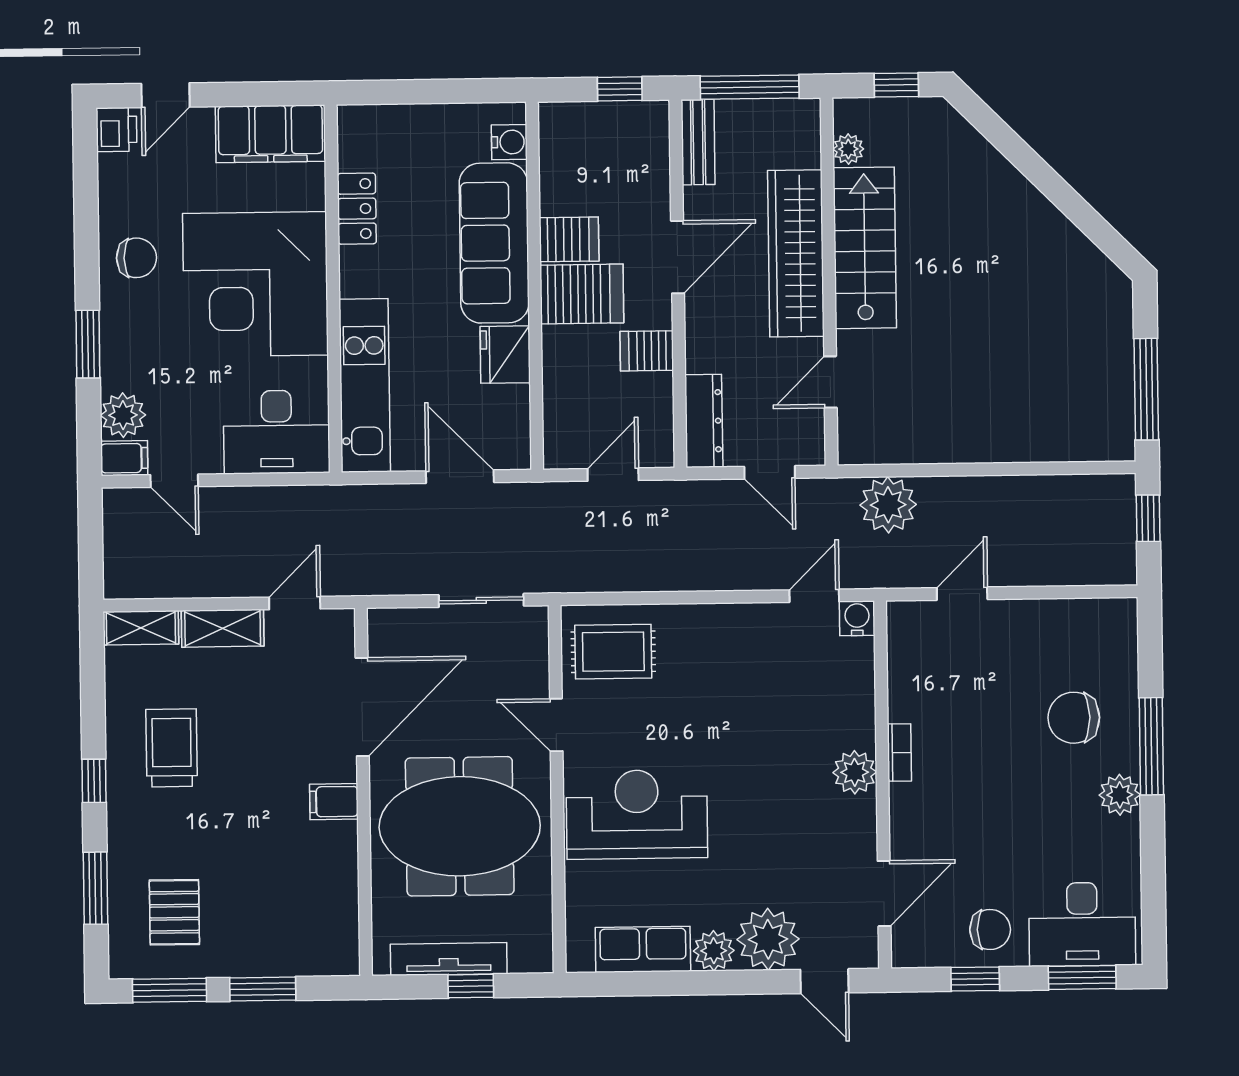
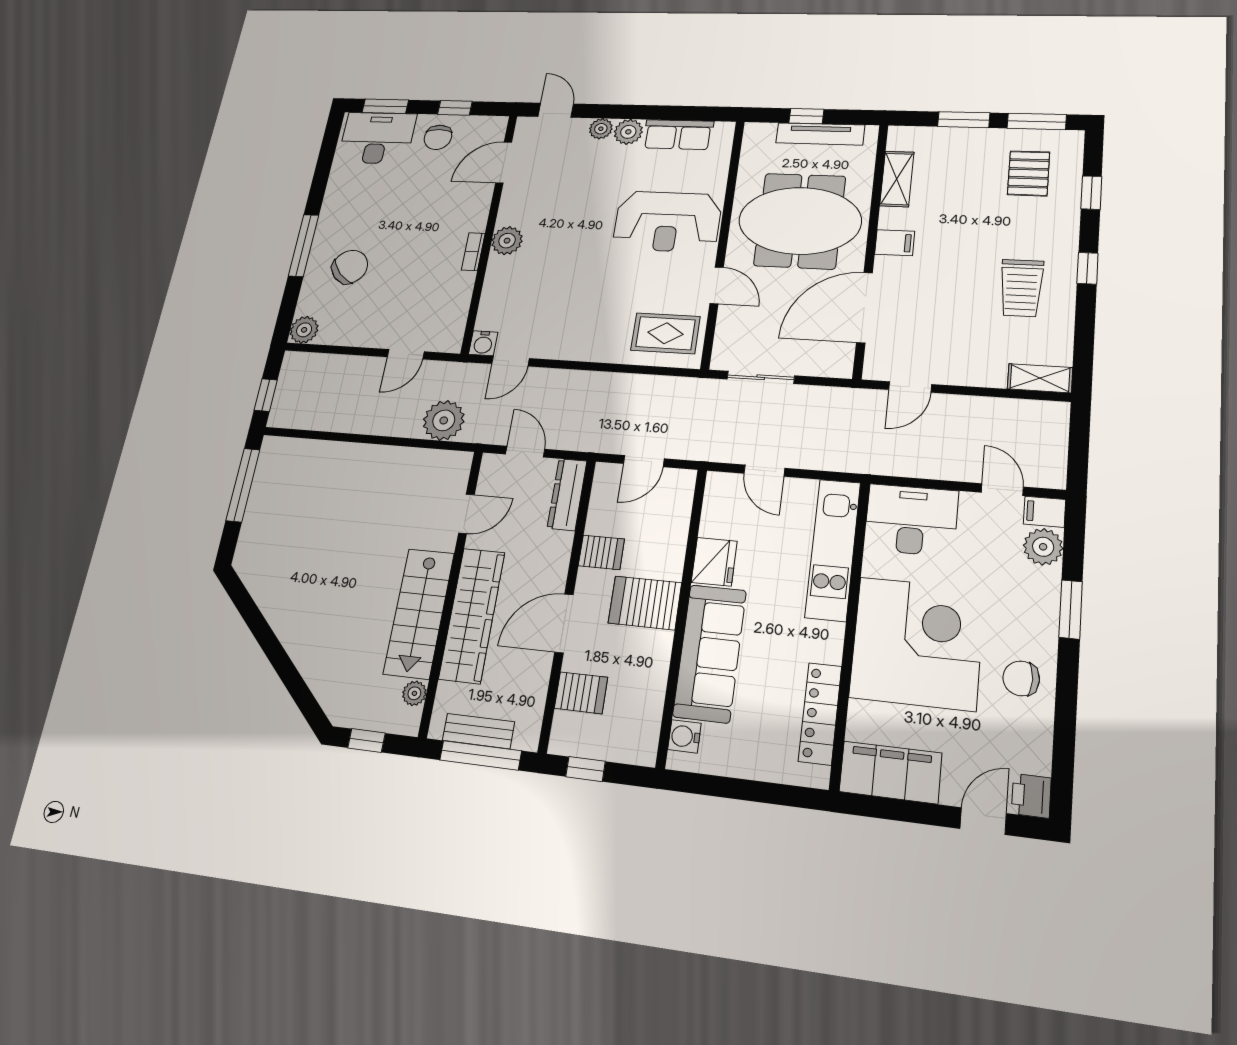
bench: (698, 142) -> (478, 731), moved, turned 90
locker: (357, 209) -> (820, 714), width x1.53
server rack: (569, 239) -> (581, 693), moved, turned 180
door: (460, 477) -> (764, 471), width x0.73
shelving: (223, 628) -> (897, 179), moved, turned 90
chair: (1074, 718) -> (350, 267), turned -44
plant: (1120, 795) -> (304, 330), moved
window: (95, 888) -> (1091, 193), width x0.67
chair: (990, 929) -> (438, 137), turned -90
plant: (768, 939) -> (601, 129), width x0.53, depth x0.53

